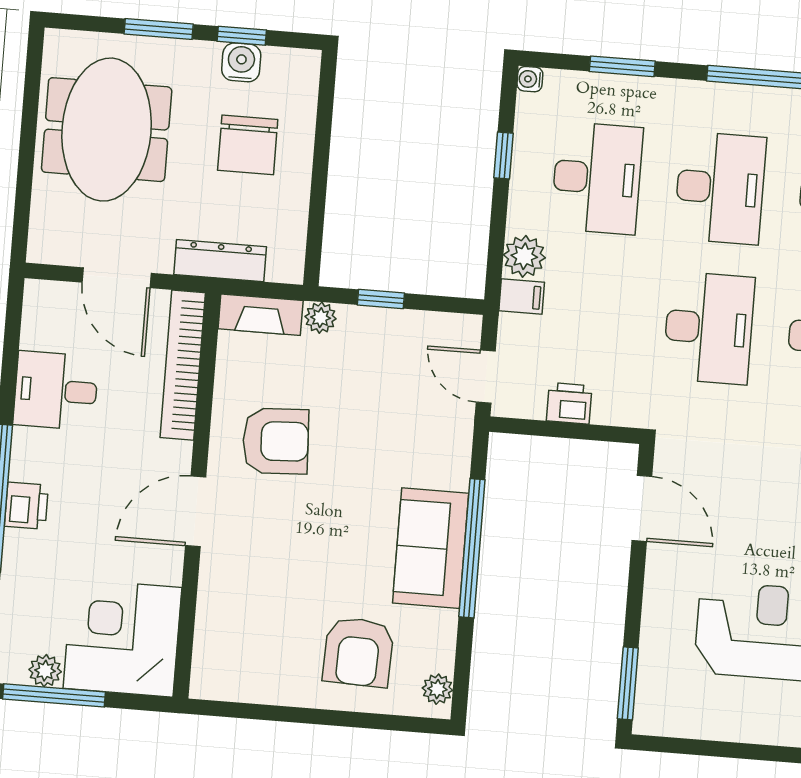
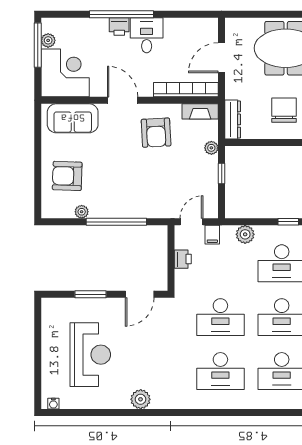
chair: (248, 145) -> (284, 110), turned 90
dresser: (220, 261) -> (233, 119), moved
filing cabinet: (522, 297) -> (212, 235), moved
fireplace: (261, 315) -> (200, 111), moved, turned -90
desk: (56, 391) -> (147, 35), moved
sofa: (431, 548) -> (73, 118), moved, turned 180
window: (628, 683) -> (91, 294), moved
plant: (437, 689) -> (82, 212), moved

